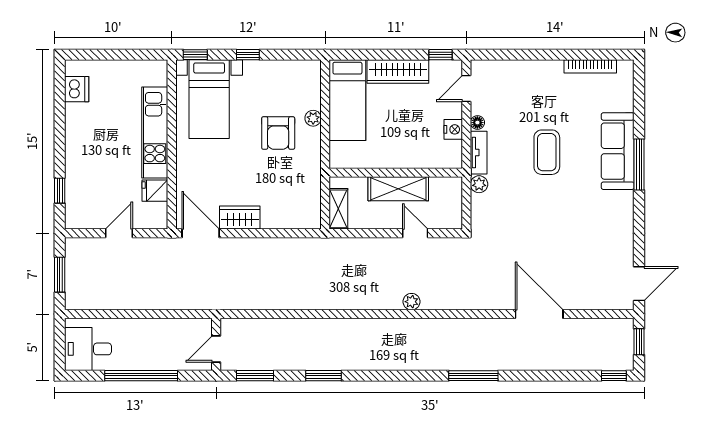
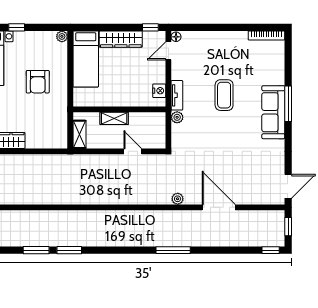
bookcase: (590, 66) -> (266, 36), moved
plant: (313, 118) -> (62, 36), moved
floor lamp: (477, 123) -> (176, 37), moved
nightstand: (453, 129) -> (159, 91), moved
sofa: (618, 151) -> (273, 112), moved
shelving: (398, 189) -> (114, 118), width x0.67, depth x0.75
plant: (411, 302) -> (178, 199), moved
window: (255, 376) -> (36, 250), moved

